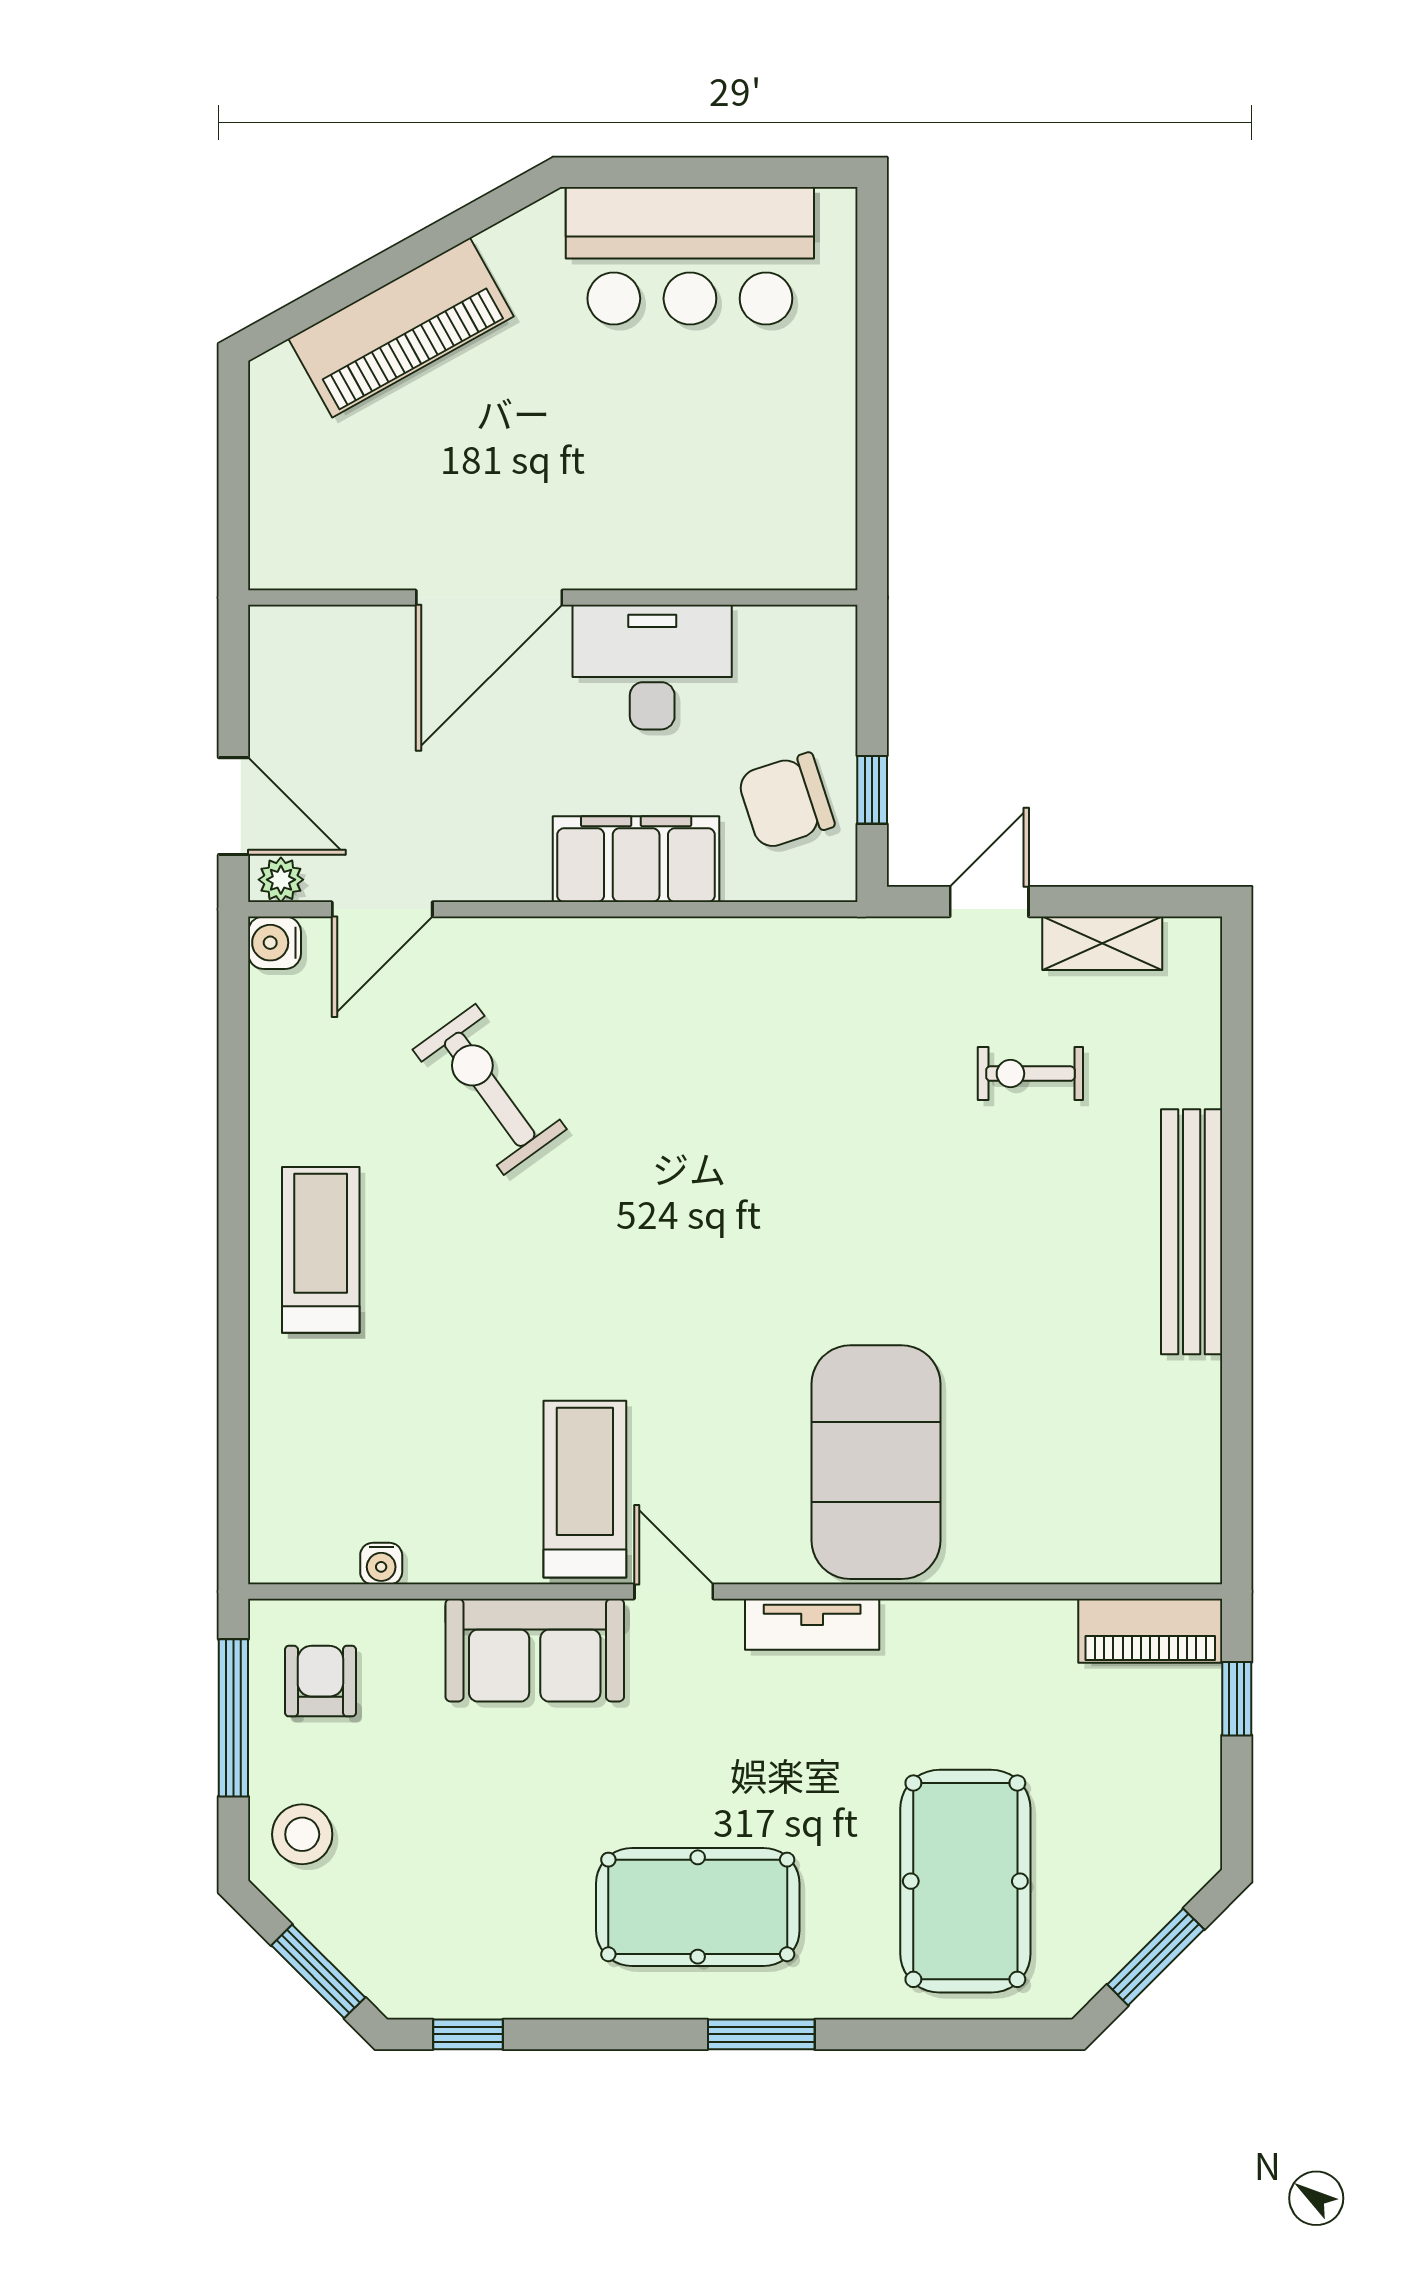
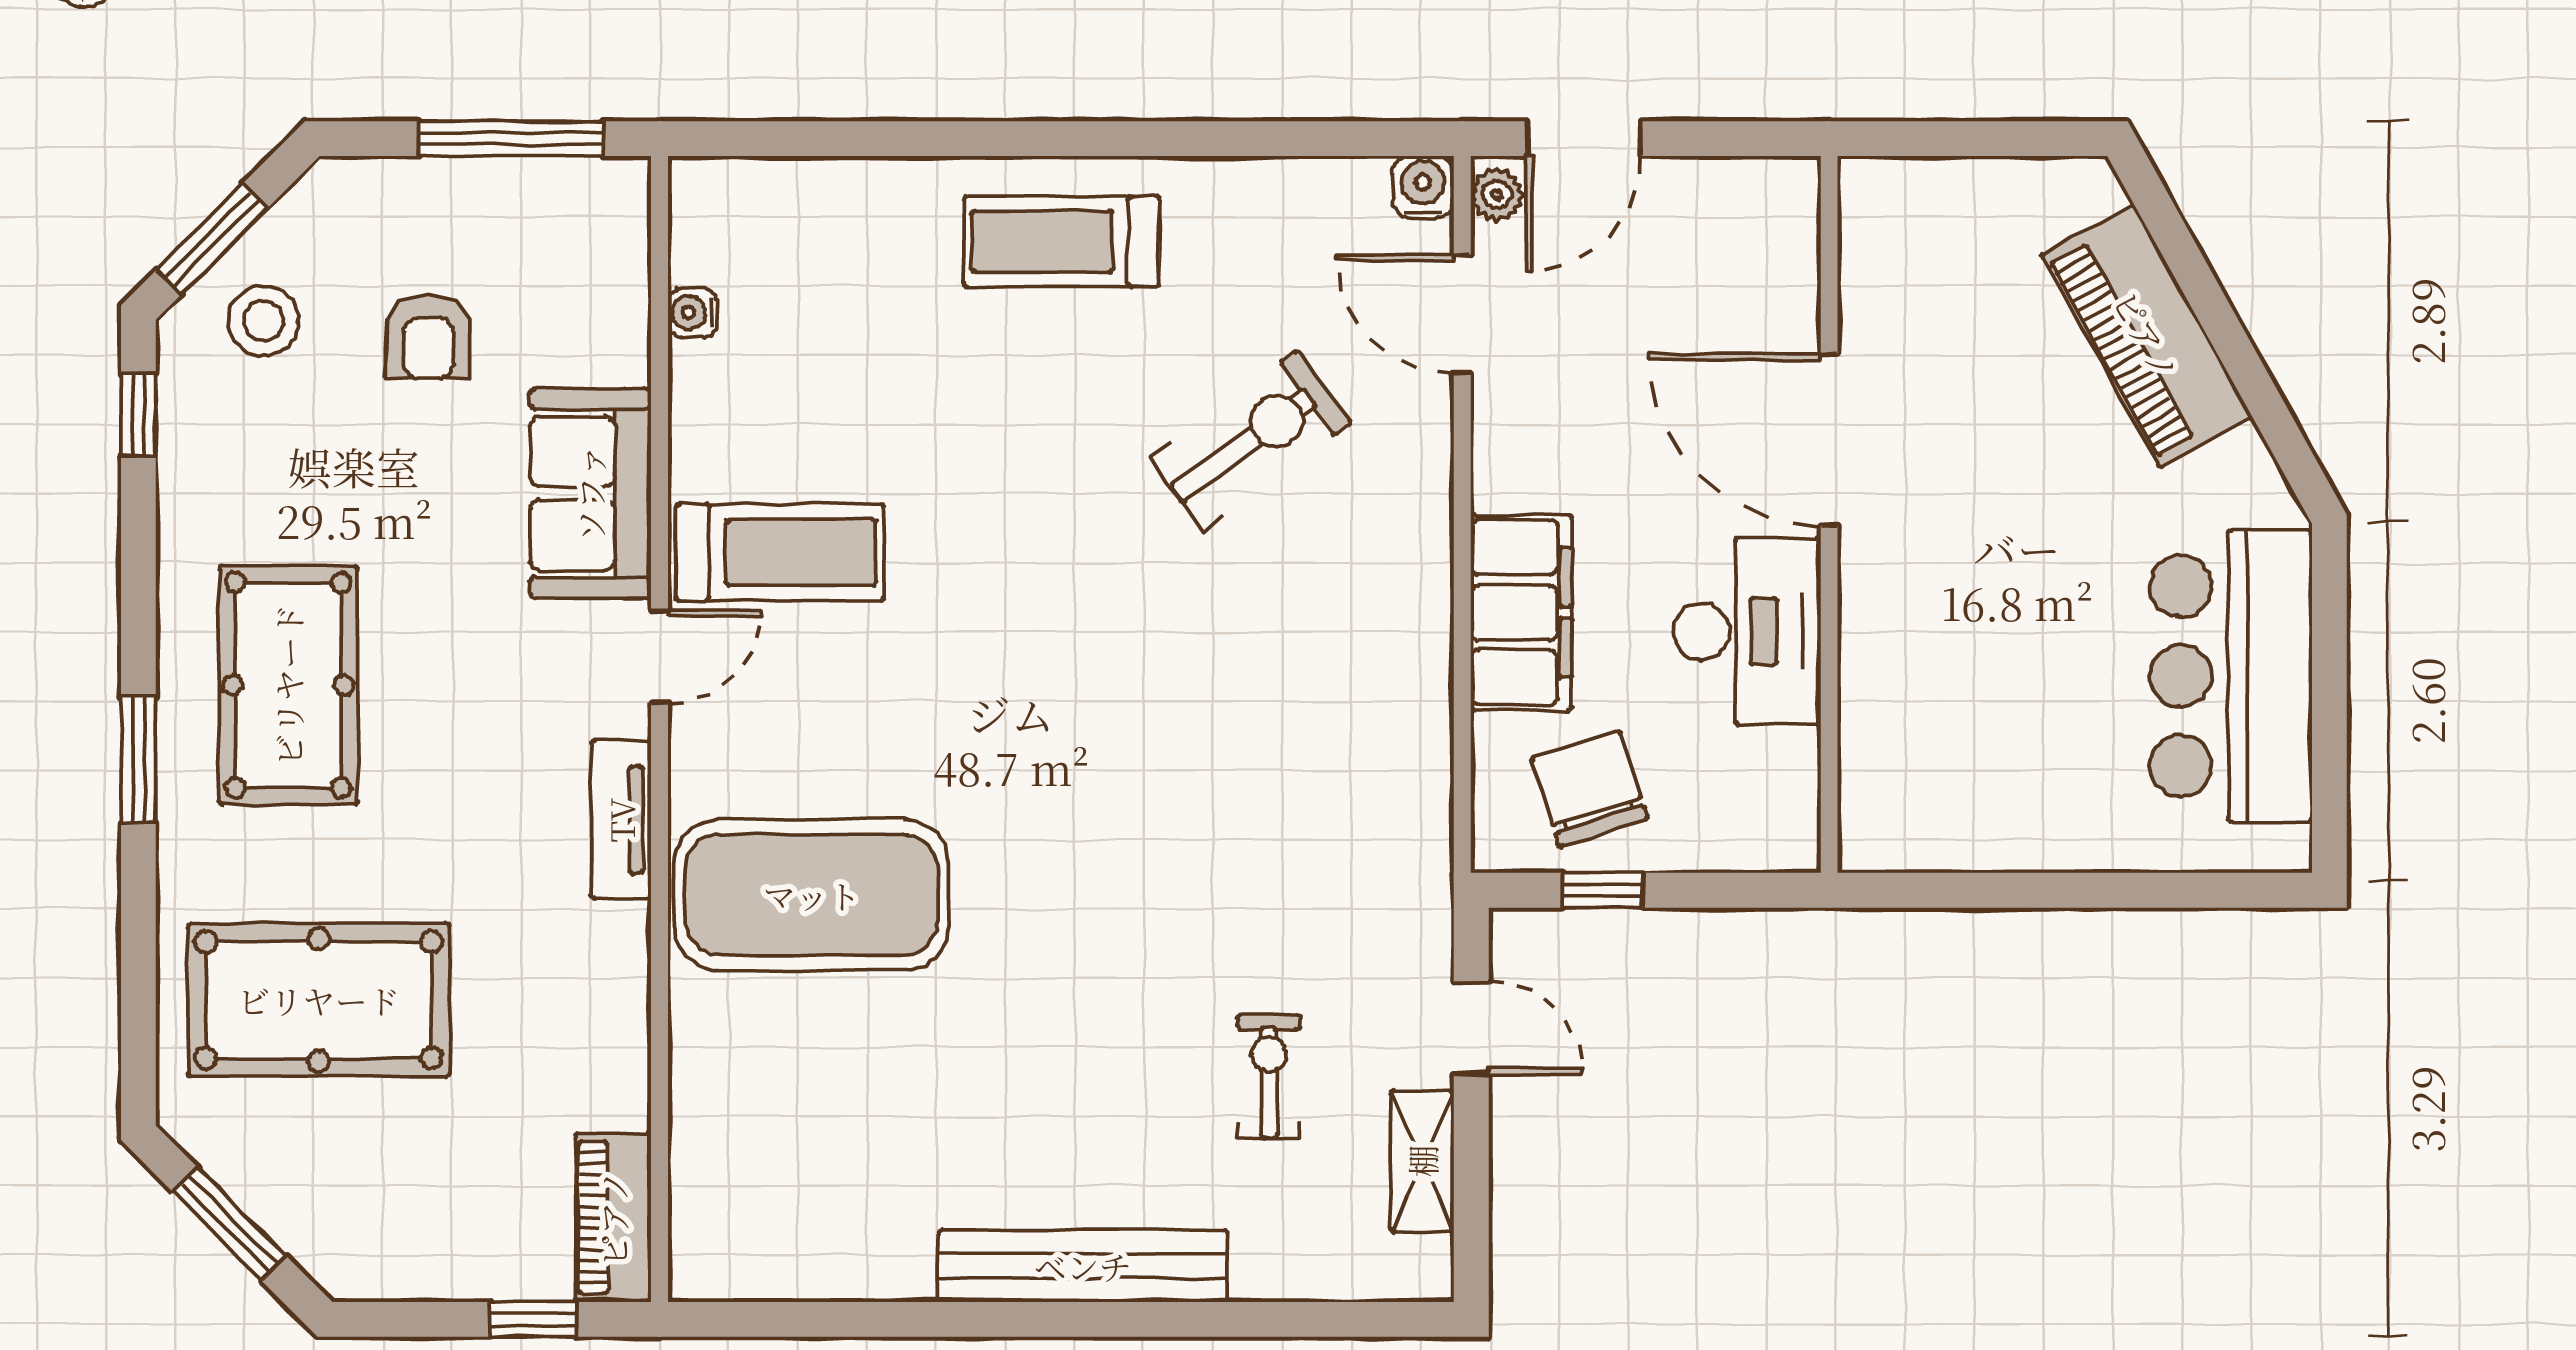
treadmill: (321, 1250) -> (1061, 241), turned 180
armchair: (320, 1681) -> (428, 337), moved, turned 90
stool: (302, 1834) -> (263, 321), moved

